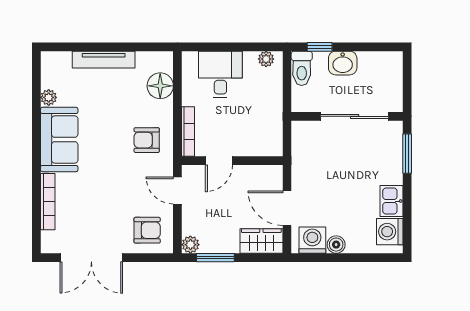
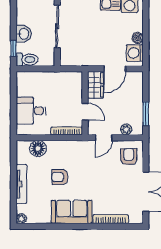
plant: (266, 59) -> (21, 82), removed
plant: (49, 97) -> (21, 219), moved
armchair: (147, 140) -> (60, 177), moved, turned 90
wardrobe: (261, 241) -> (95, 85), moved, turned 180
plant: (190, 245) -> (126, 129), moved

